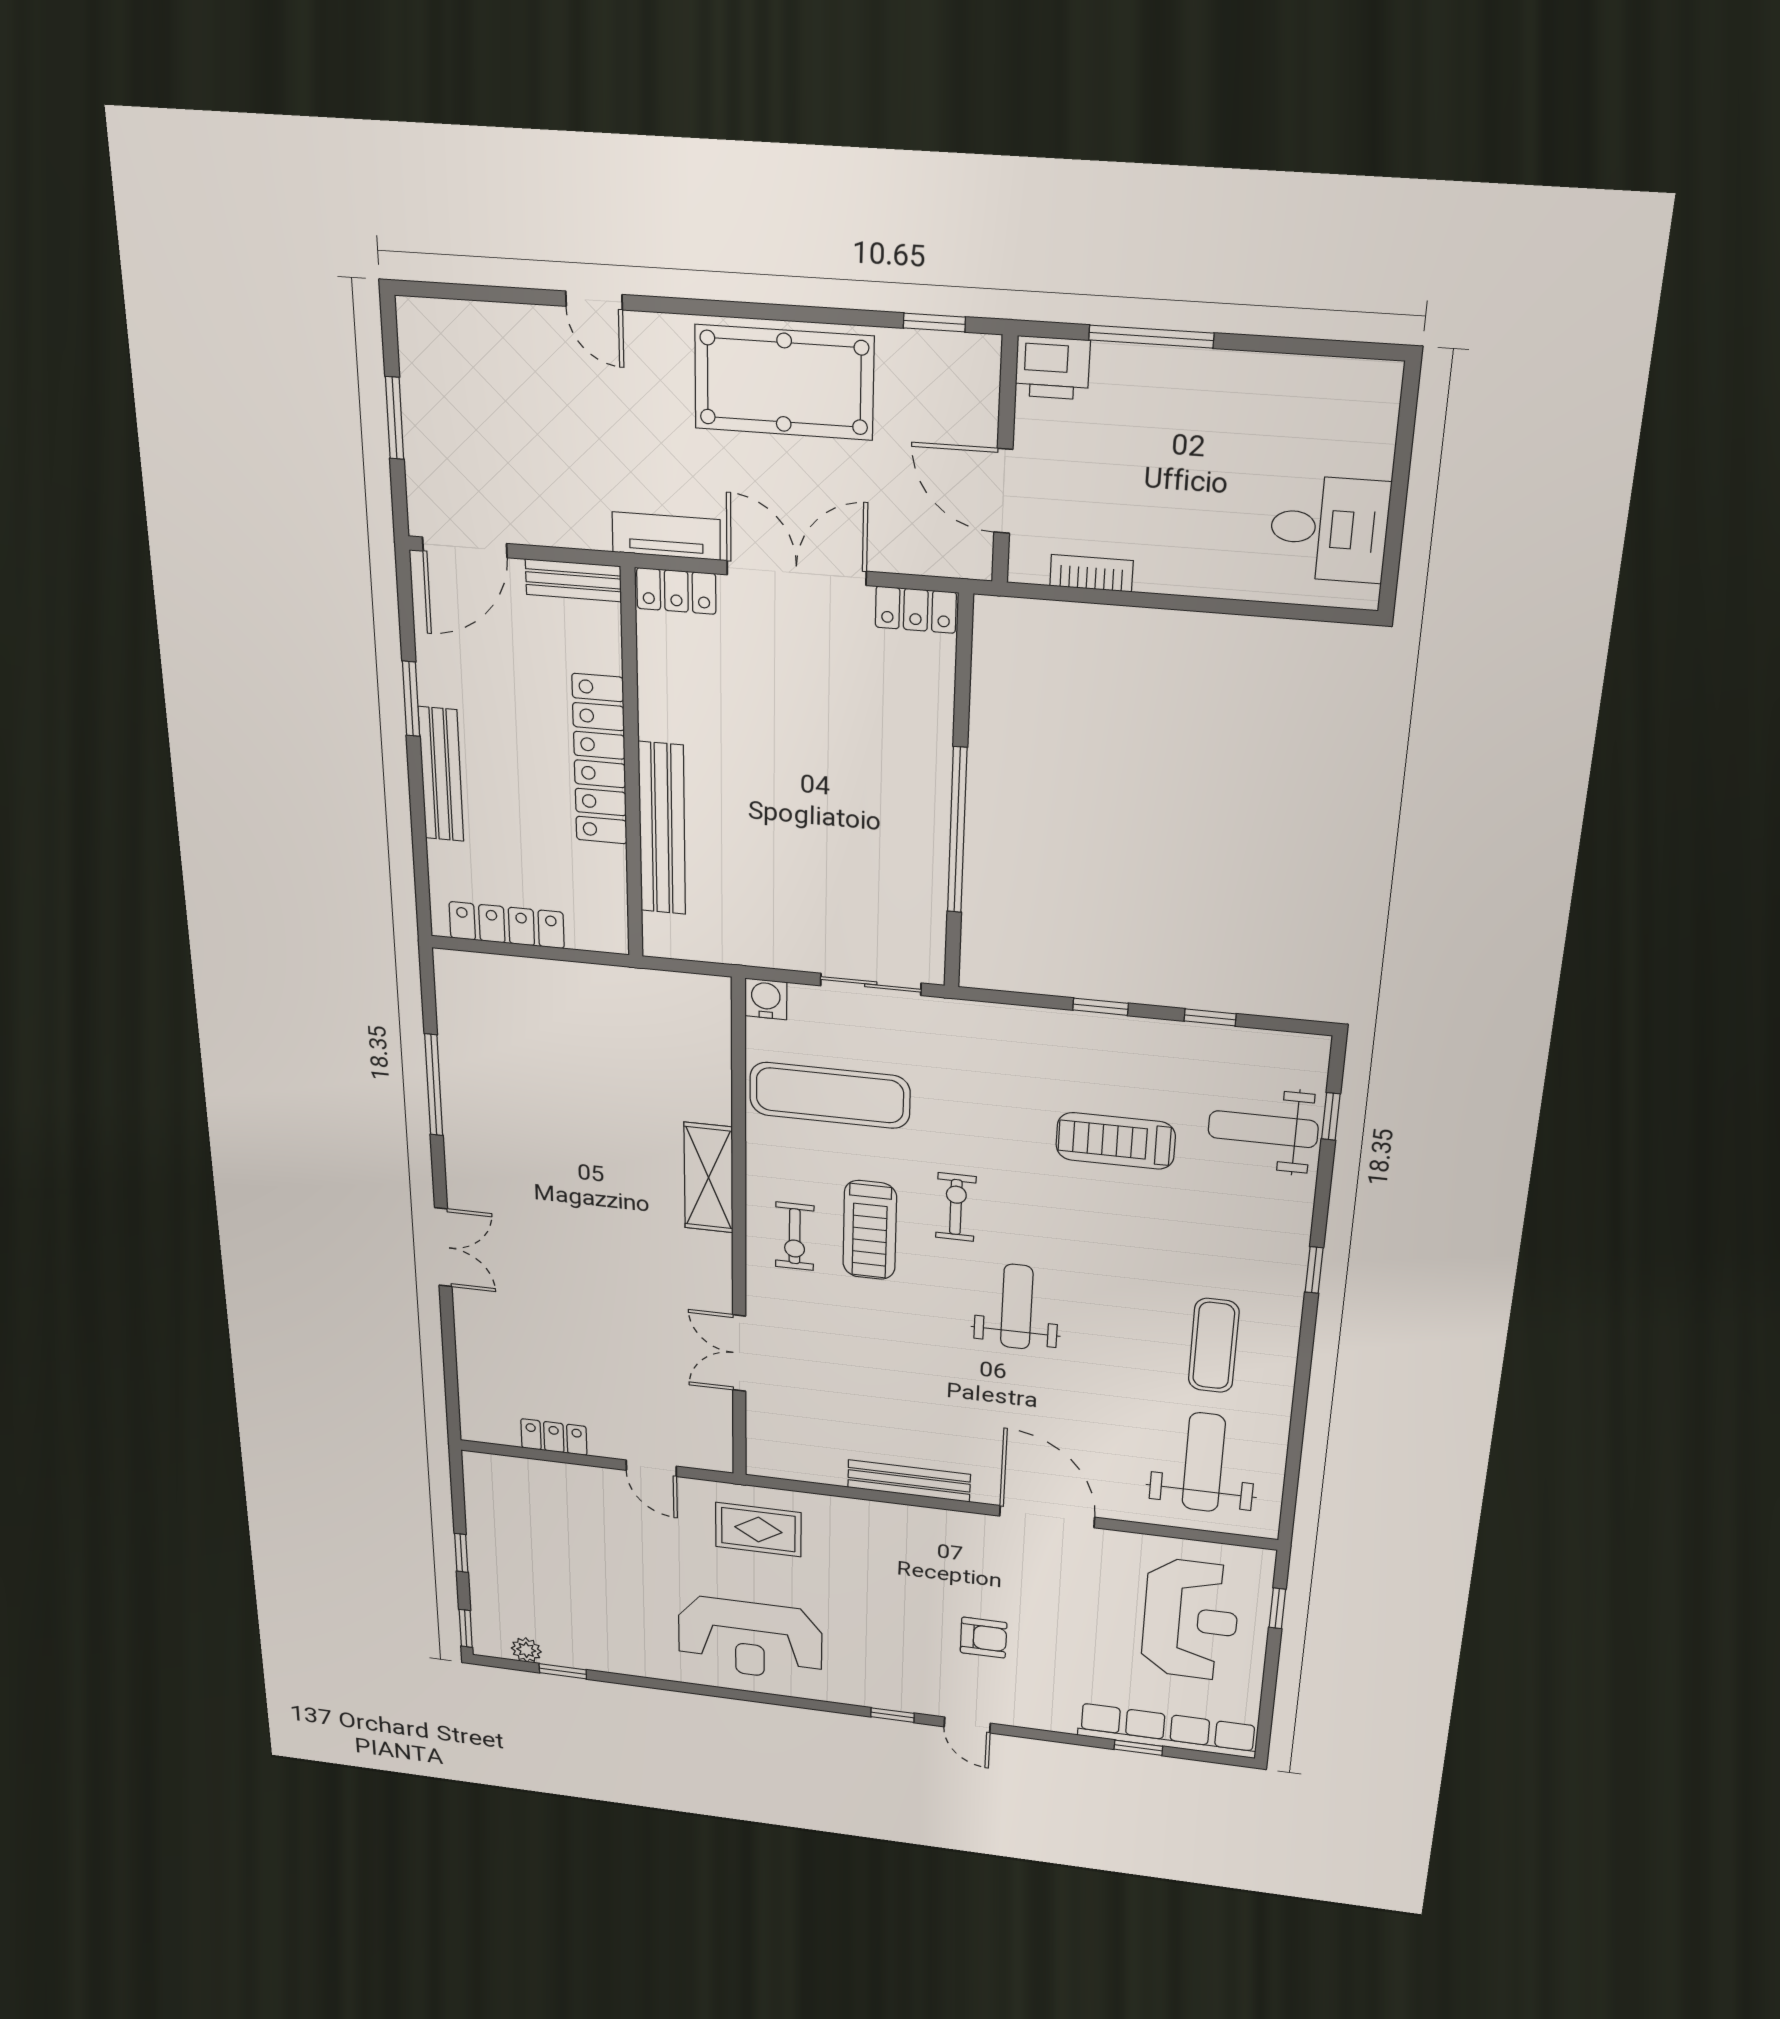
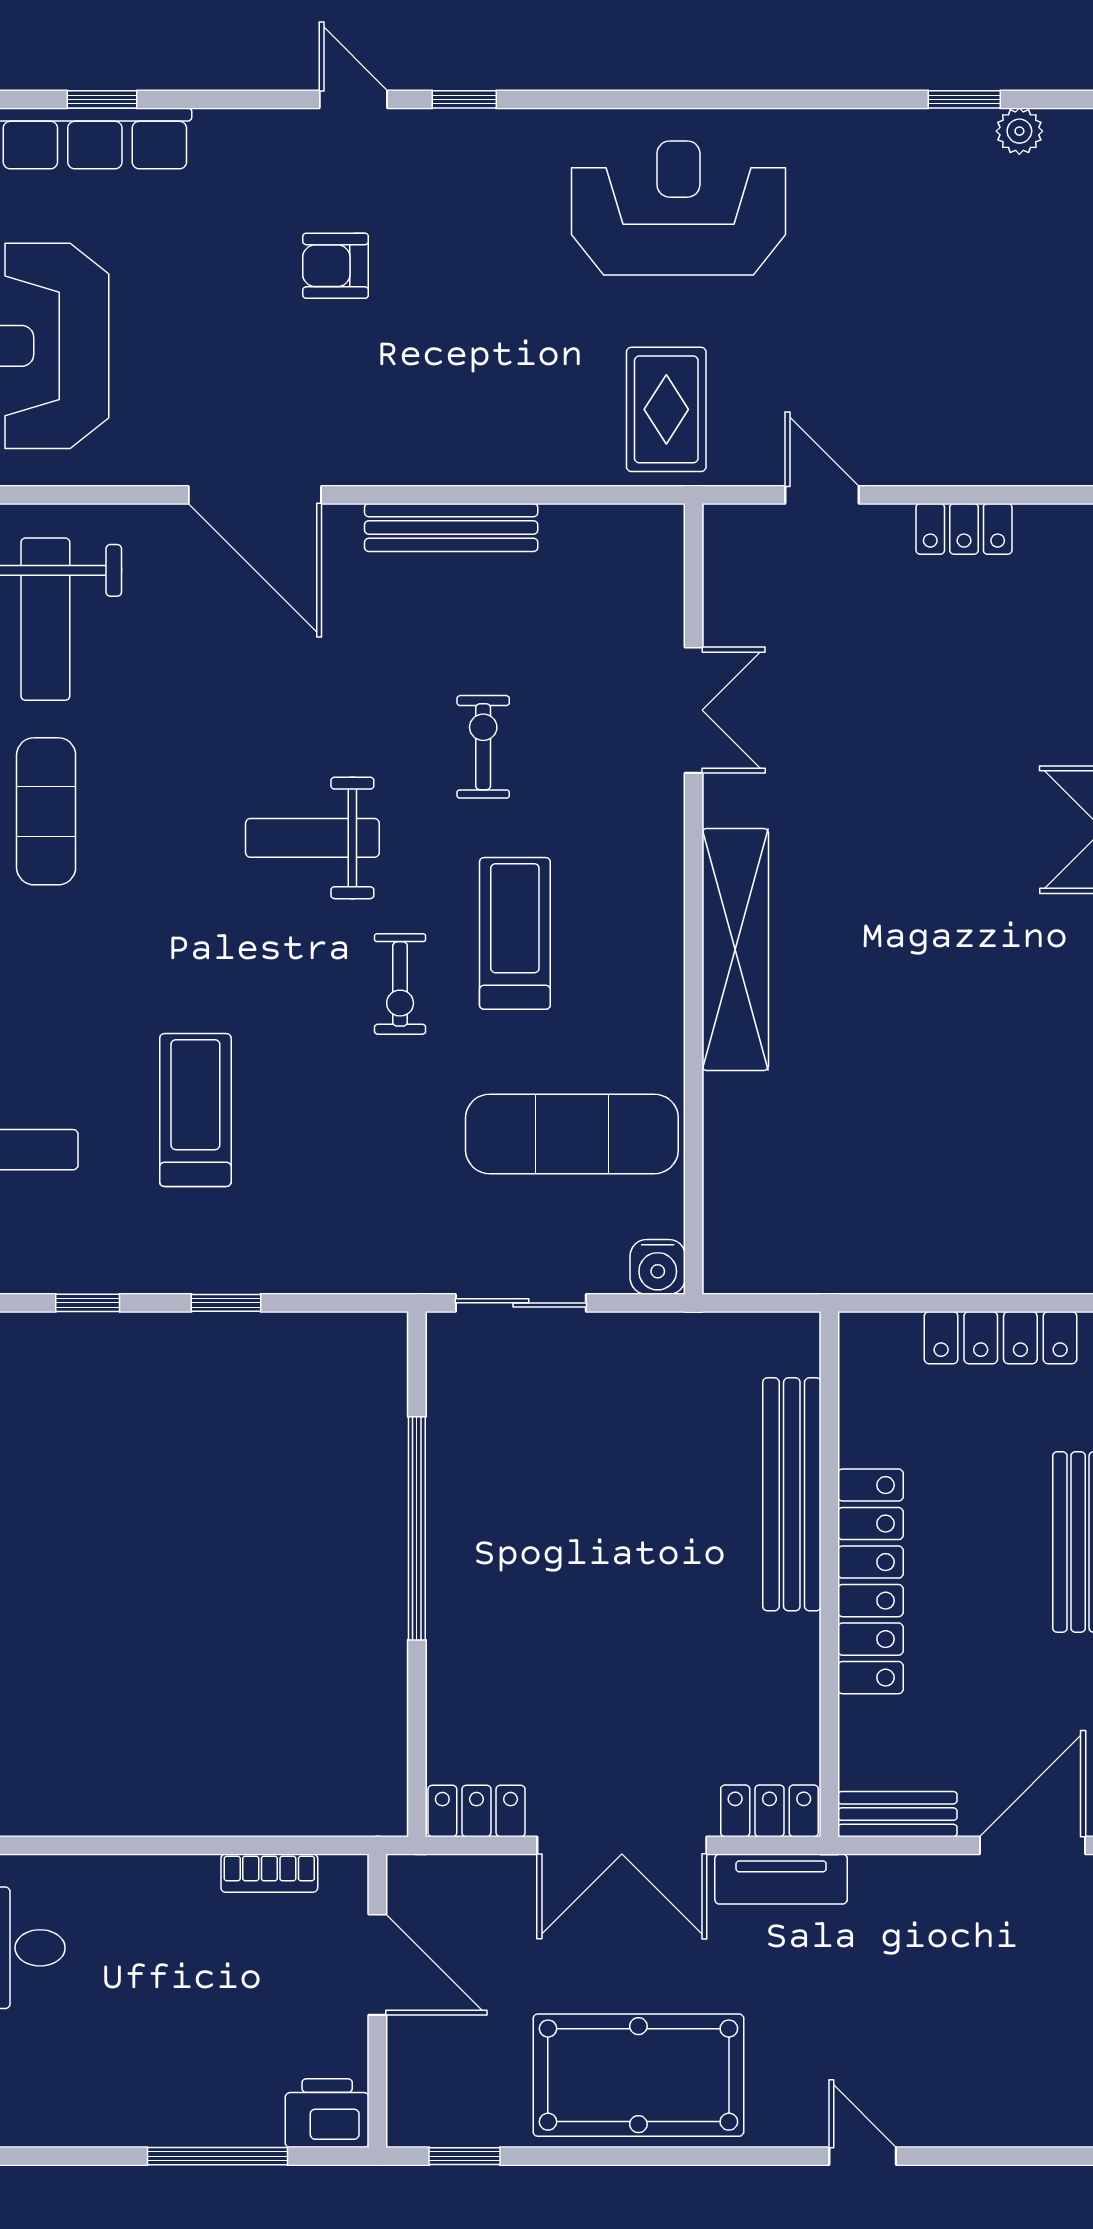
treadmill: (1116, 1141) -> (195, 1110), turned -90
shelving: (709, 1178) -> (735, 950), width x1.47
exercise bike: (795, 1236) -> (483, 747), moved
weight bench: (1017, 1307) -> (312, 838), turned 90
rug: (758, 1530) -> (666, 409), turned 90

